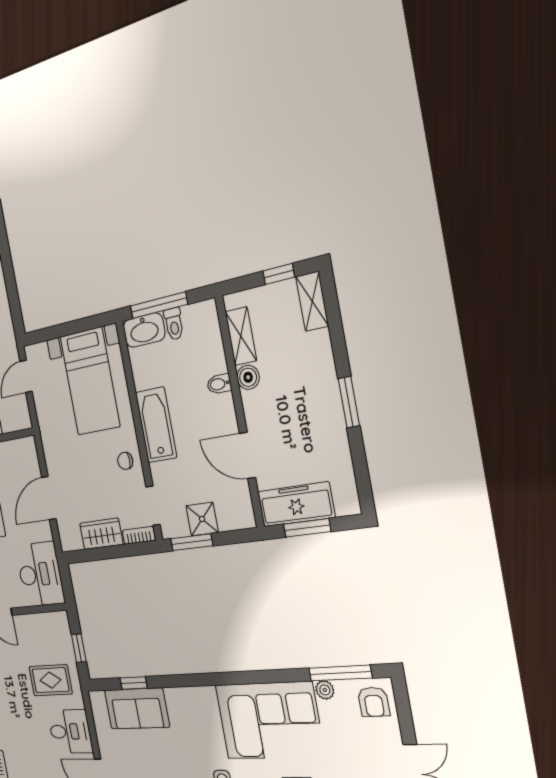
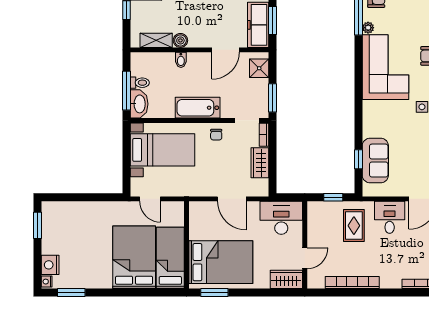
shower: (202, 519) -> (259, 68), moved

